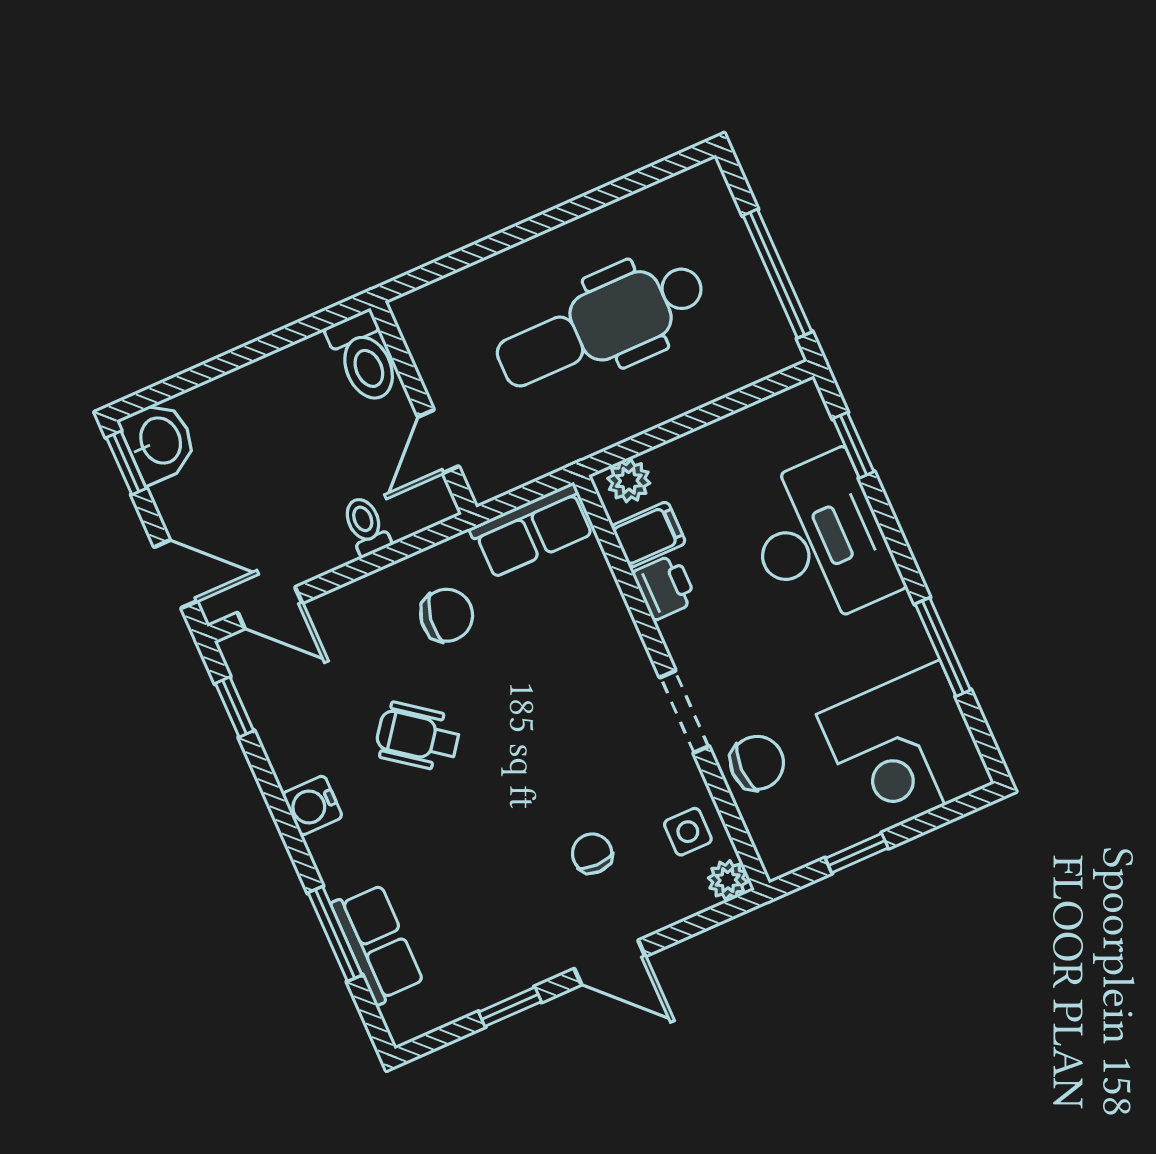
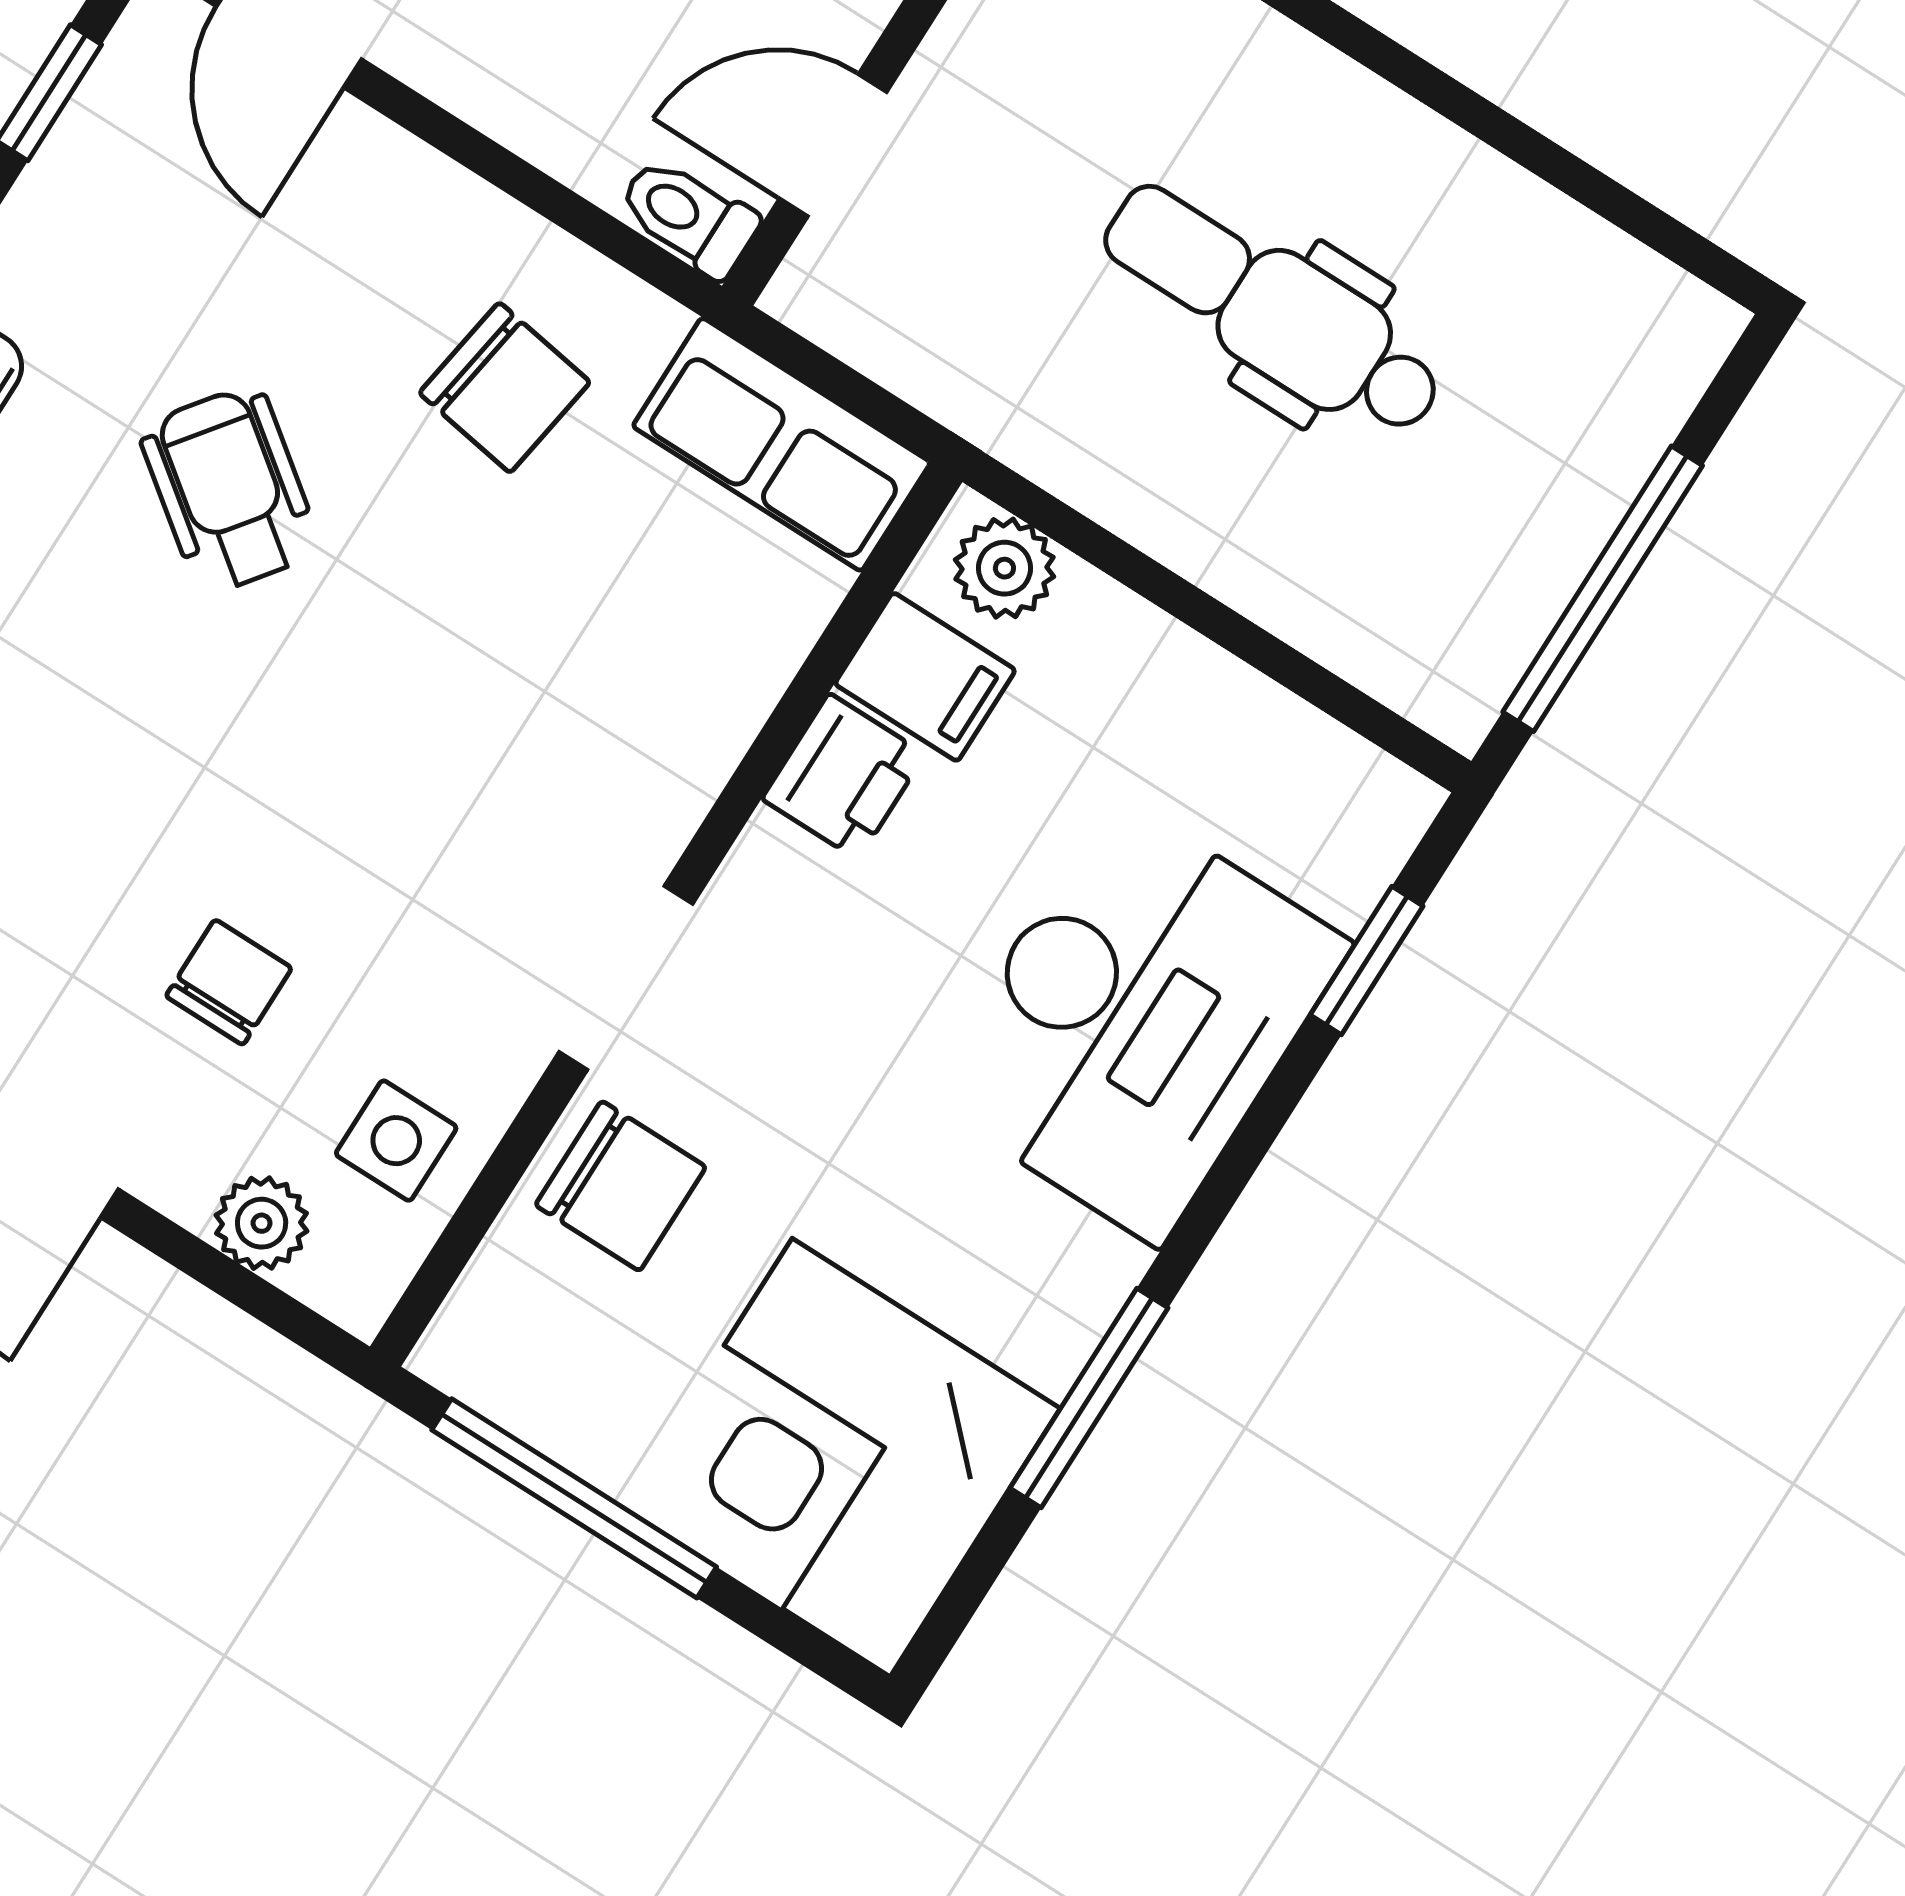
dental chair: (601, 325) -> (1273, 310), width x0.73, depth x0.72
toilet: (366, 526) -> (688, 217), moved, turned -90
window: (857, 853) -> (574, 1498), width x2.17
plant: (728, 880) -> (262, 1223), moved

